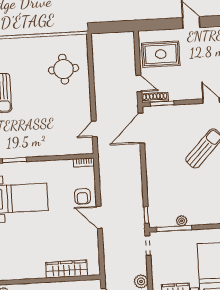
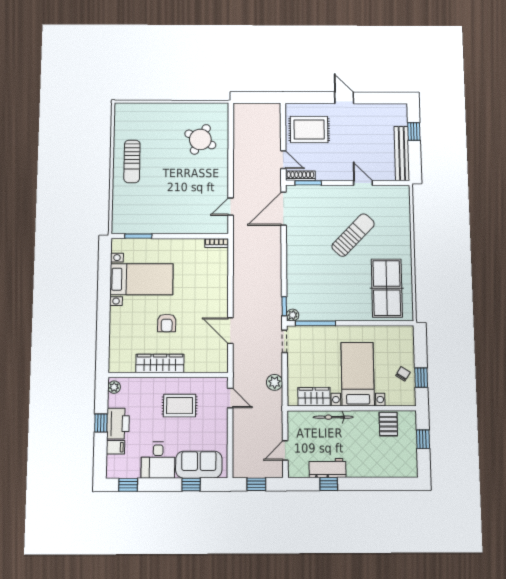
round table: (64, 69) -> (200, 139), turned 30
armchair: (82, 196) -> (167, 323), moved
door: (99, 217) -> (230, 331), moved
plant: (182, 221) -> (293, 315), moved
wardrobe: (67, 269) -> (160, 363), moved

